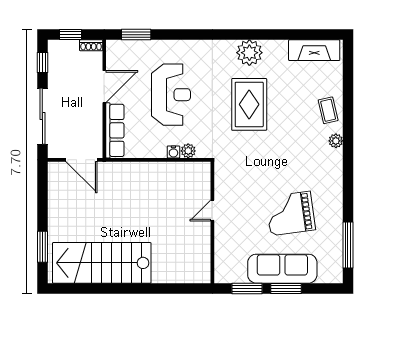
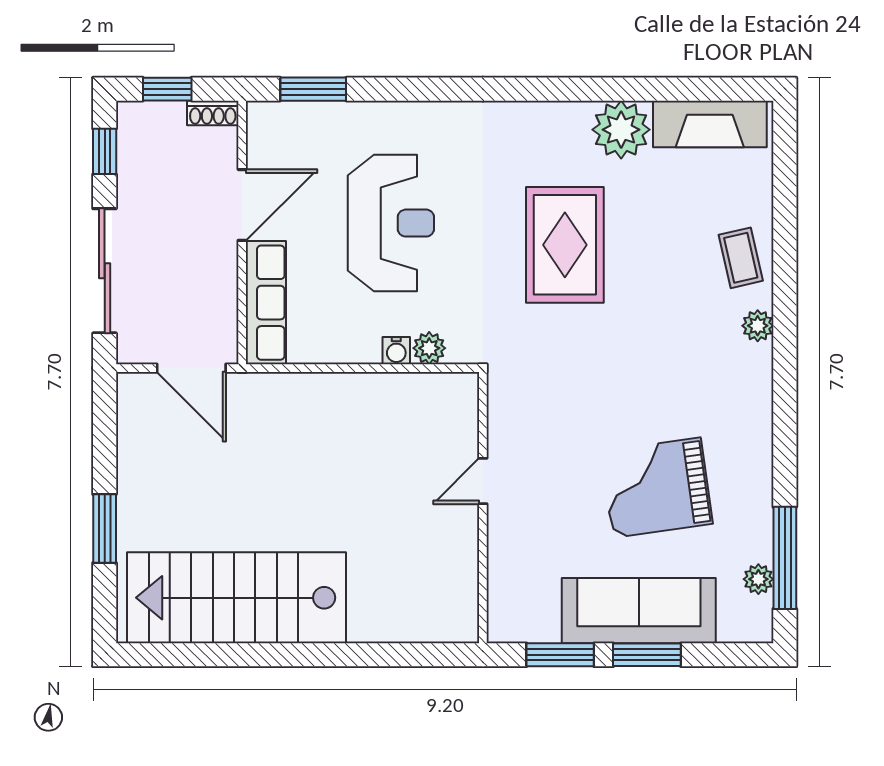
plant: (249, 53) -> (621, 130), moved
window: (42, 247) -> (105, 528), moved
plant: (336, 255) -> (758, 579), added

